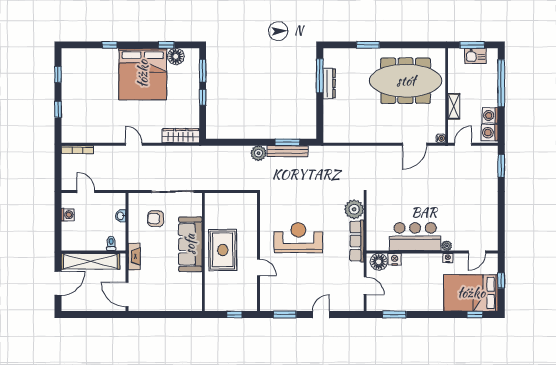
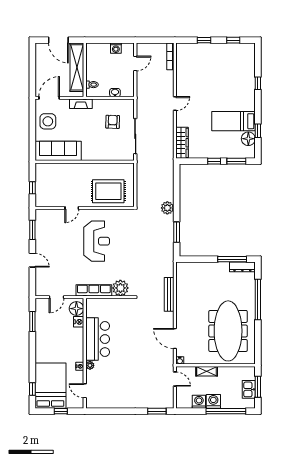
window: (368, 45) -> (258, 300), width x2.11
bed: (143, 74) -> (234, 121), width x0.49
dresser: (329, 83) -> (242, 267), moved
washing machine: (490, 133) -> (213, 401), moved
bench: (287, 151) -> (169, 294), moved
sofa: (190, 244) -> (58, 151), moved
rug: (223, 250) -> (108, 191), moved
side table: (155, 296) -> (48, 121), added

